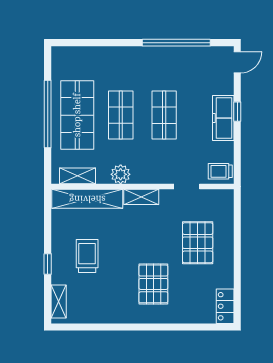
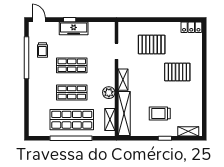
trolley: (220, 171) -> (42, 50), moved

